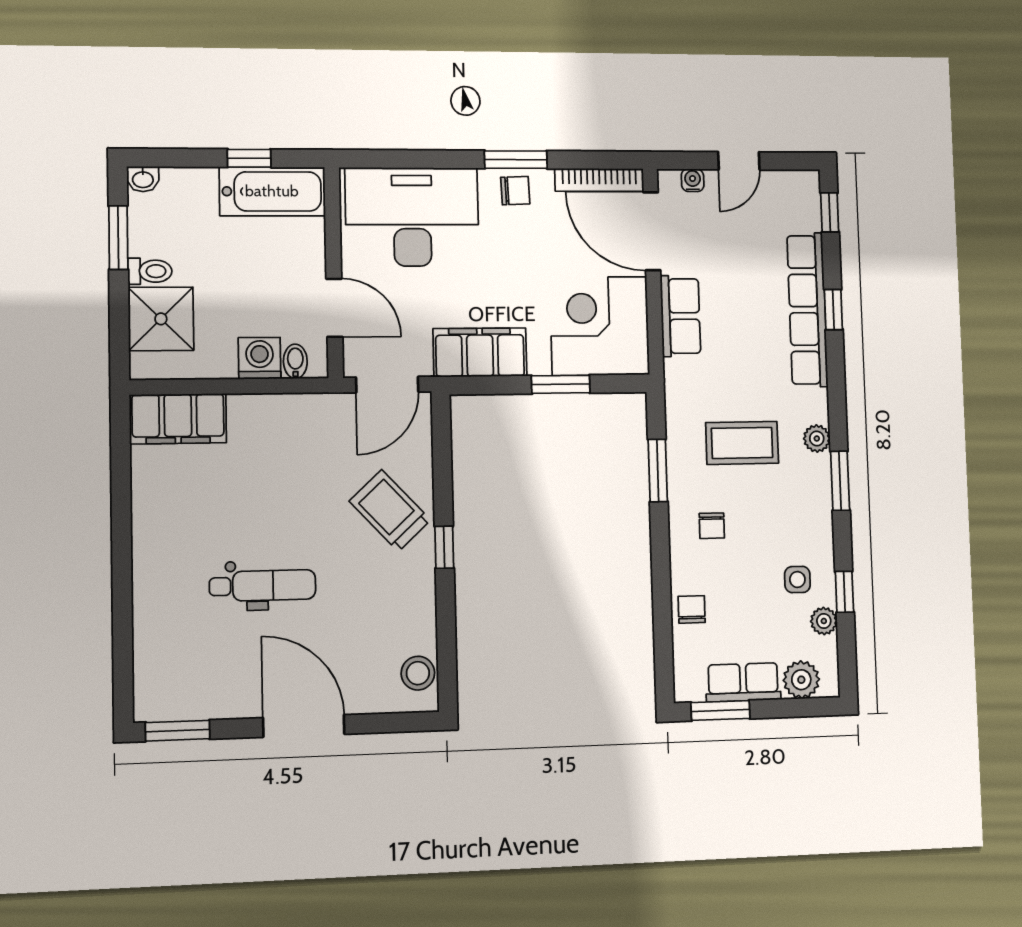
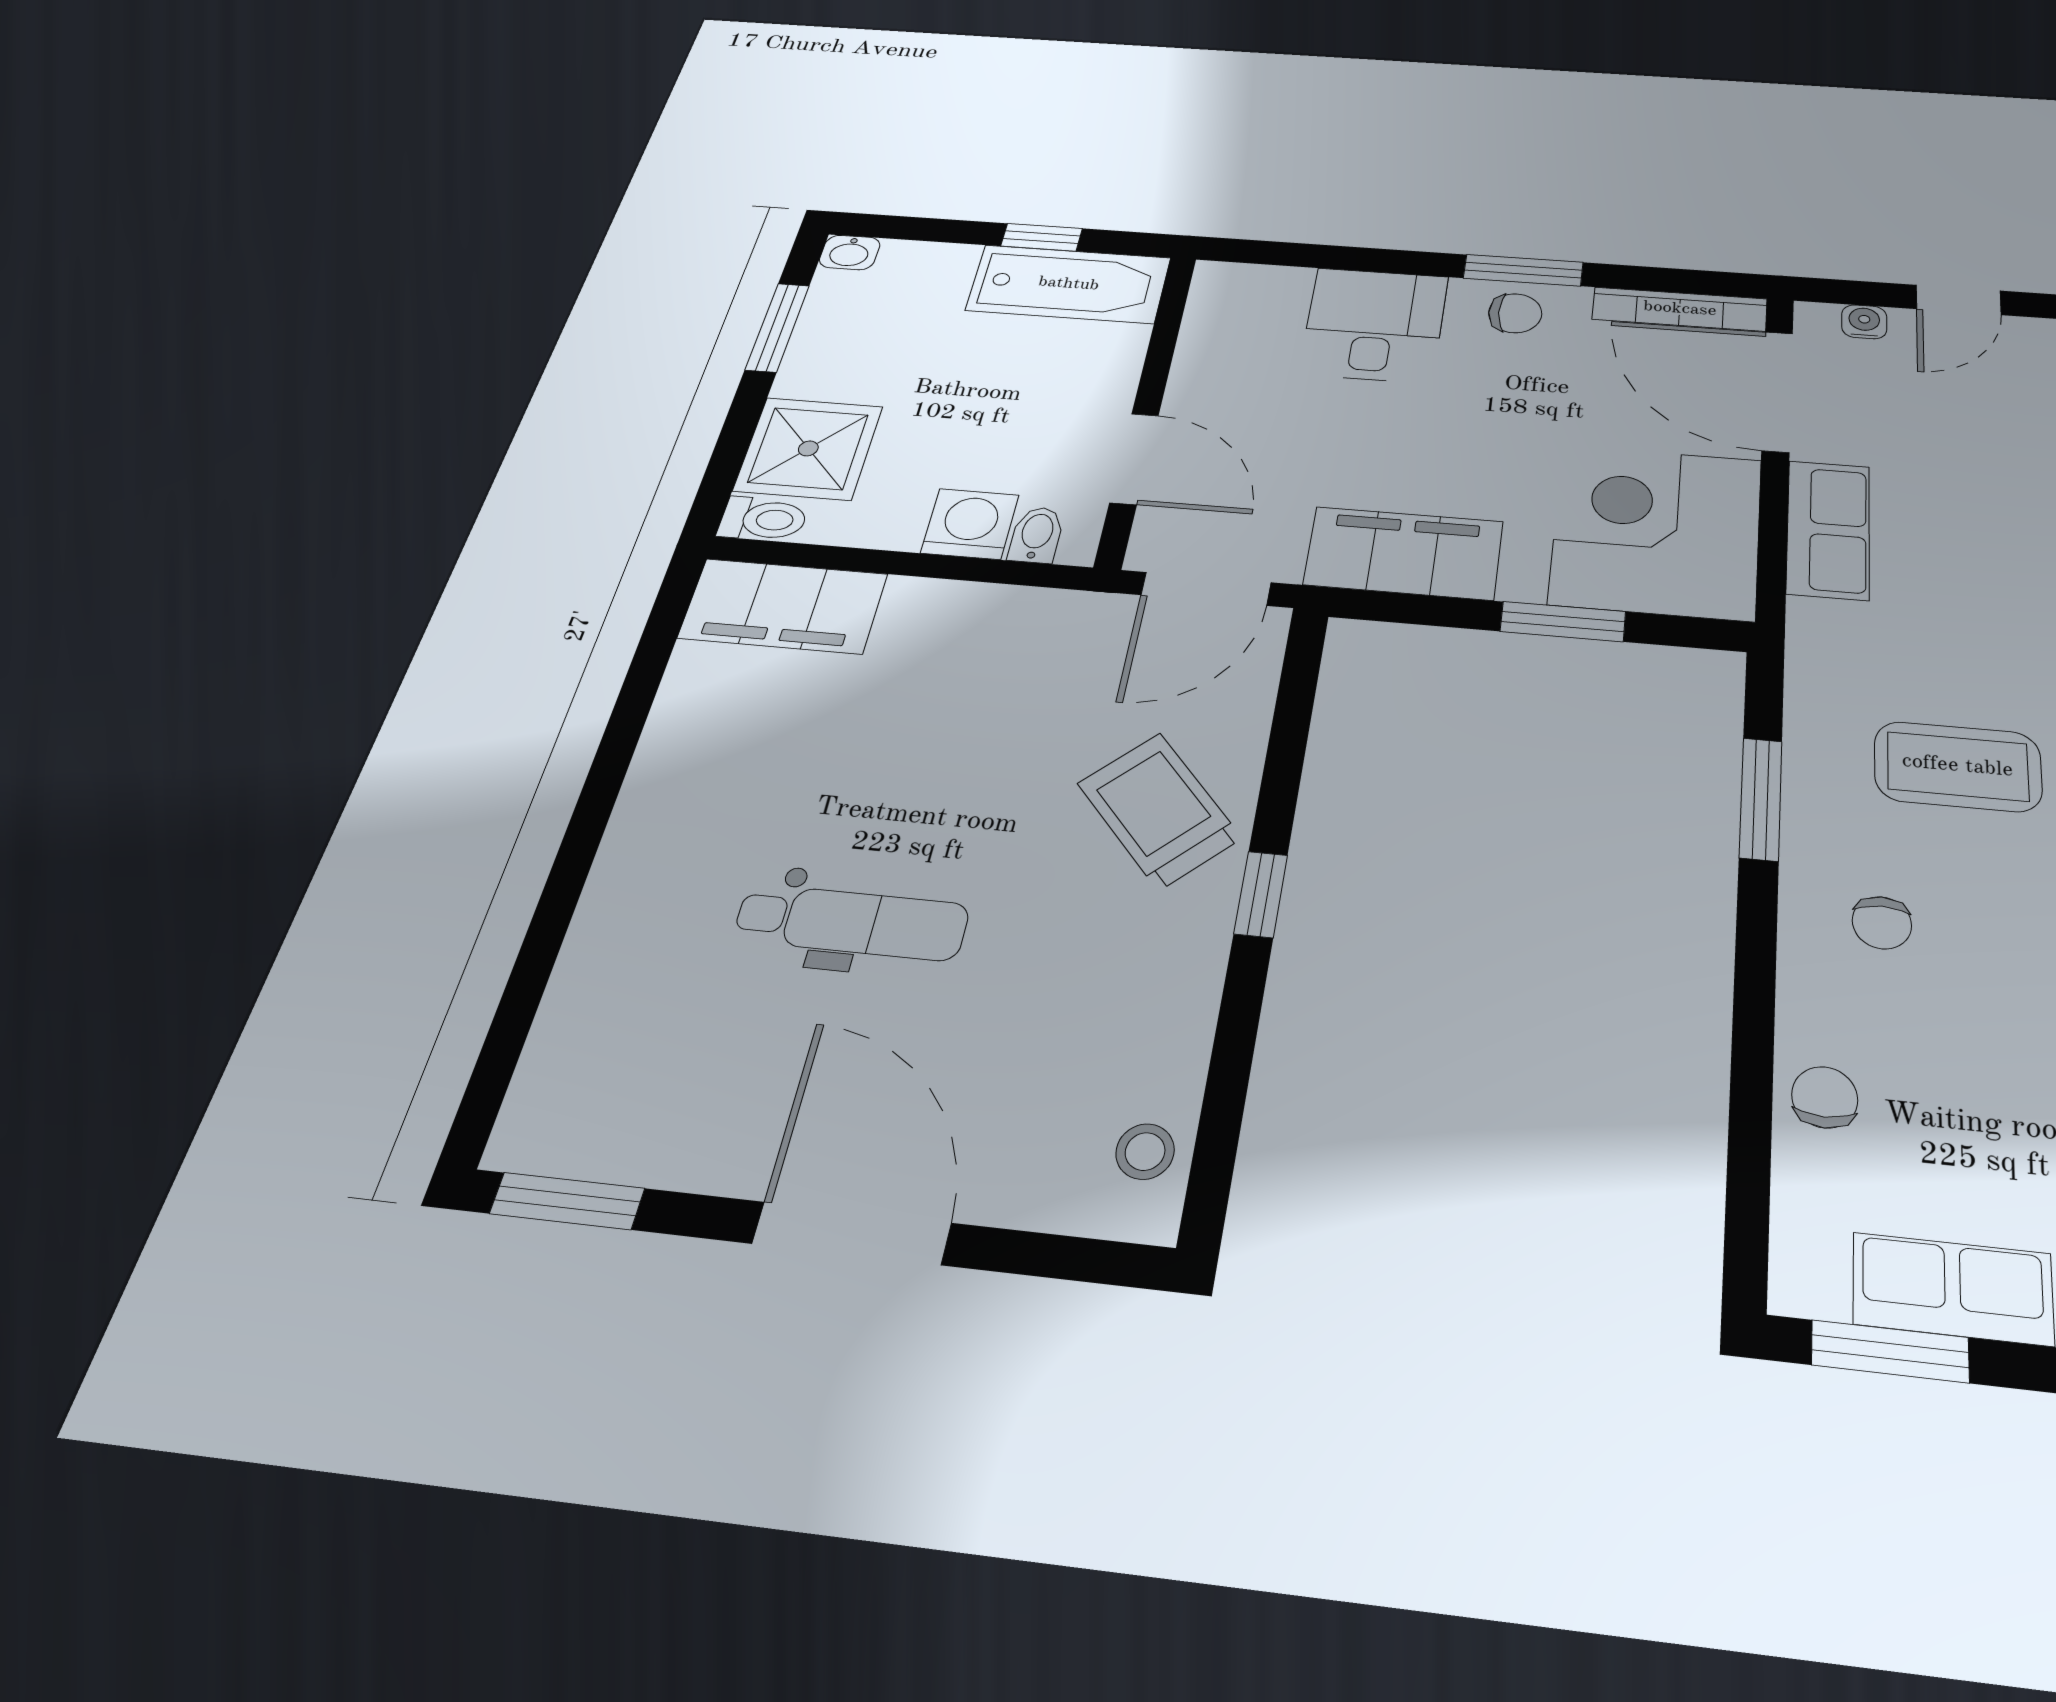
desk: (412, 217) -> (1374, 325), width x0.53, depth x0.77
toilet: (150, 271) -> (763, 519), moved
stool: (418, 673) -> (1145, 1152), width x0.73, depth x0.73

